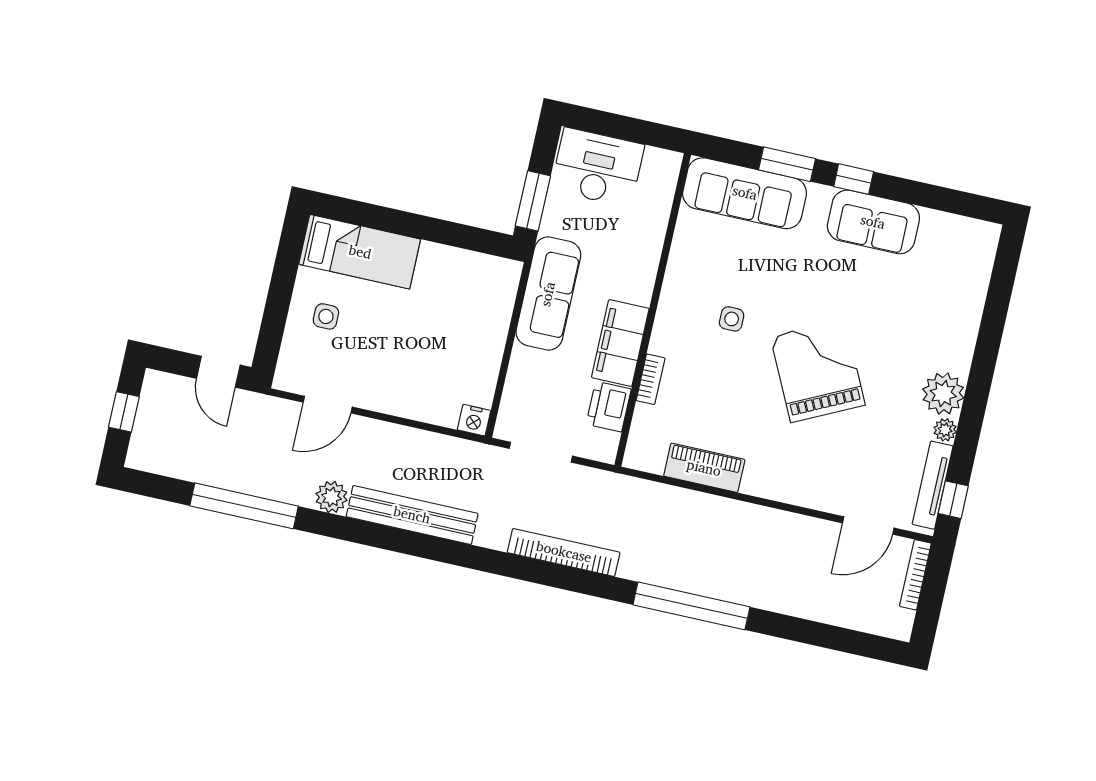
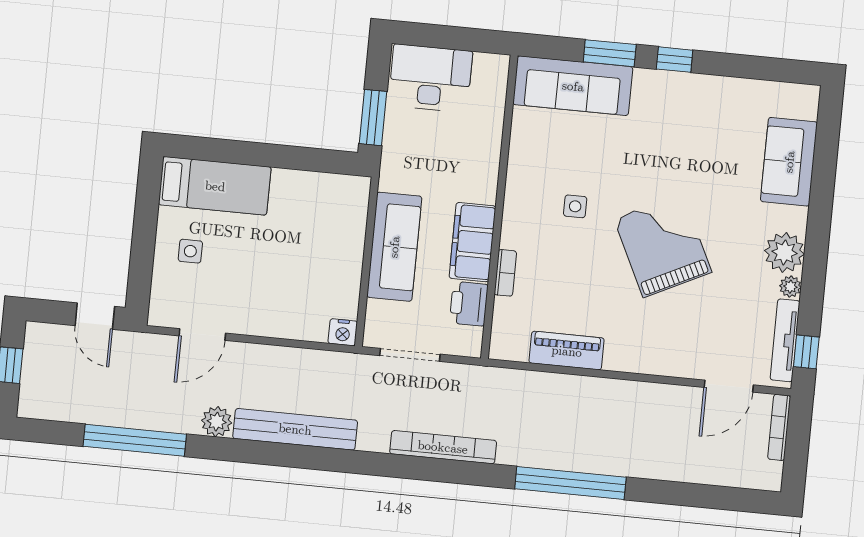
sofa: (873, 222) -> (789, 162), moved, turned 90
sofa: (548, 294) -> (394, 247), moved

